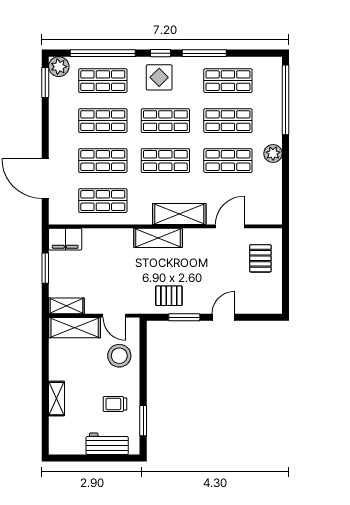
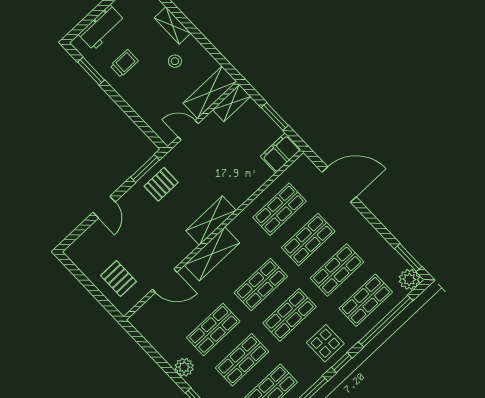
door: (230, 226) -> (165, 281), hinge flipped
window: (184, 317) -> (145, 168), moved
stool: (119, 356) -> (175, 61), moved, width x0.53, depth x0.53

